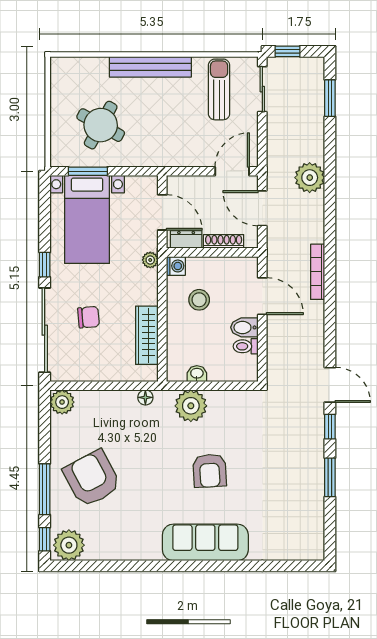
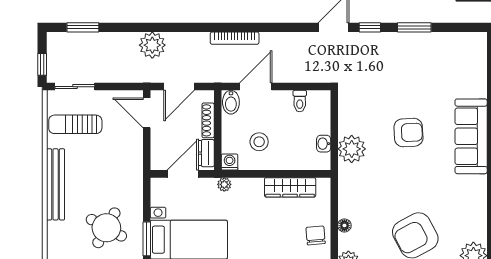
chair: (89, 317) -> (316, 235), moved
bidet: (244, 327) -> (231, 102), moved
floor lamp: (145, 397) -> (344, 225), moved

